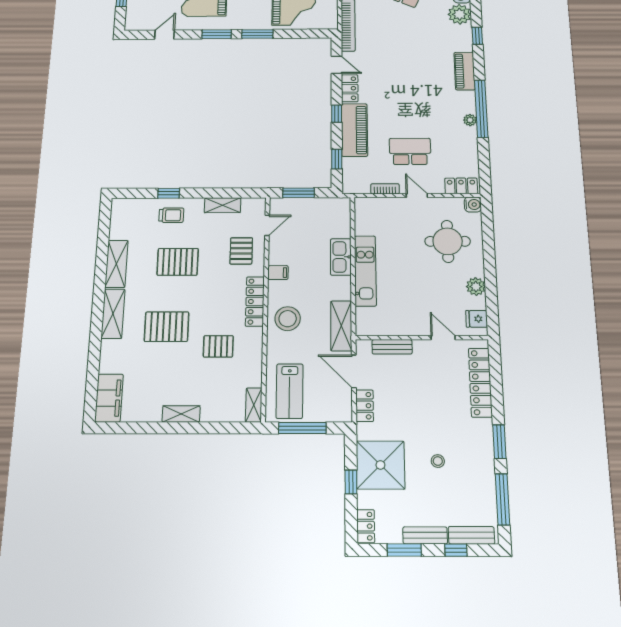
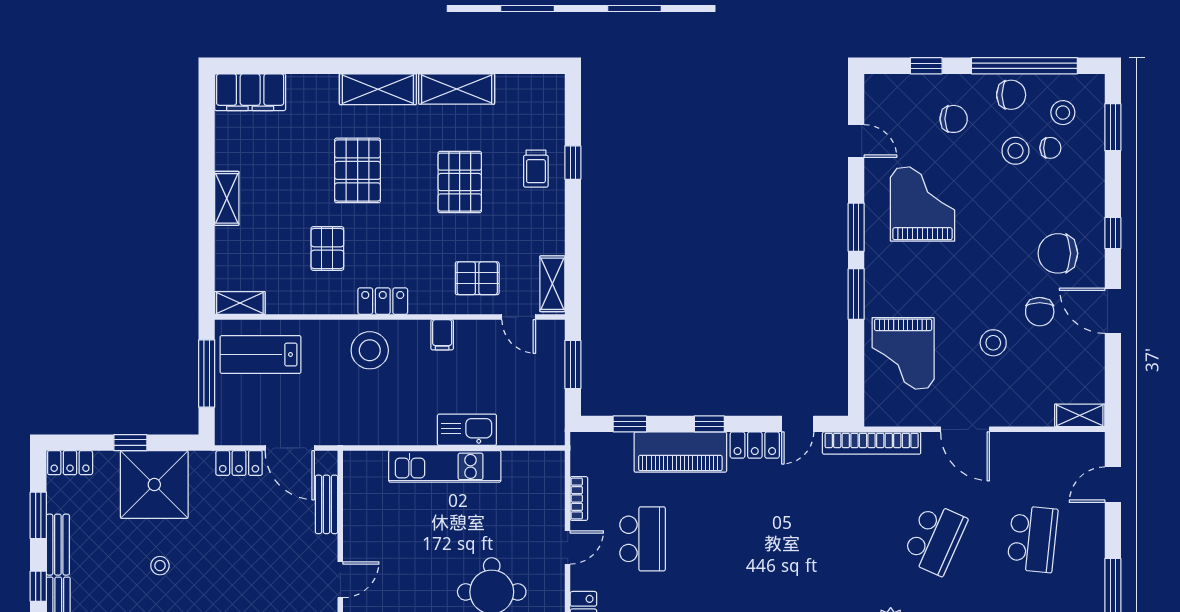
shelving: (223, 205) -> (552, 284), moved
locker: (255, 301) -> (383, 301), width x0.66
shelving: (341, 326) -> (359, 430), removed
door: (354, 371) -> (290, 448), swing flipped

